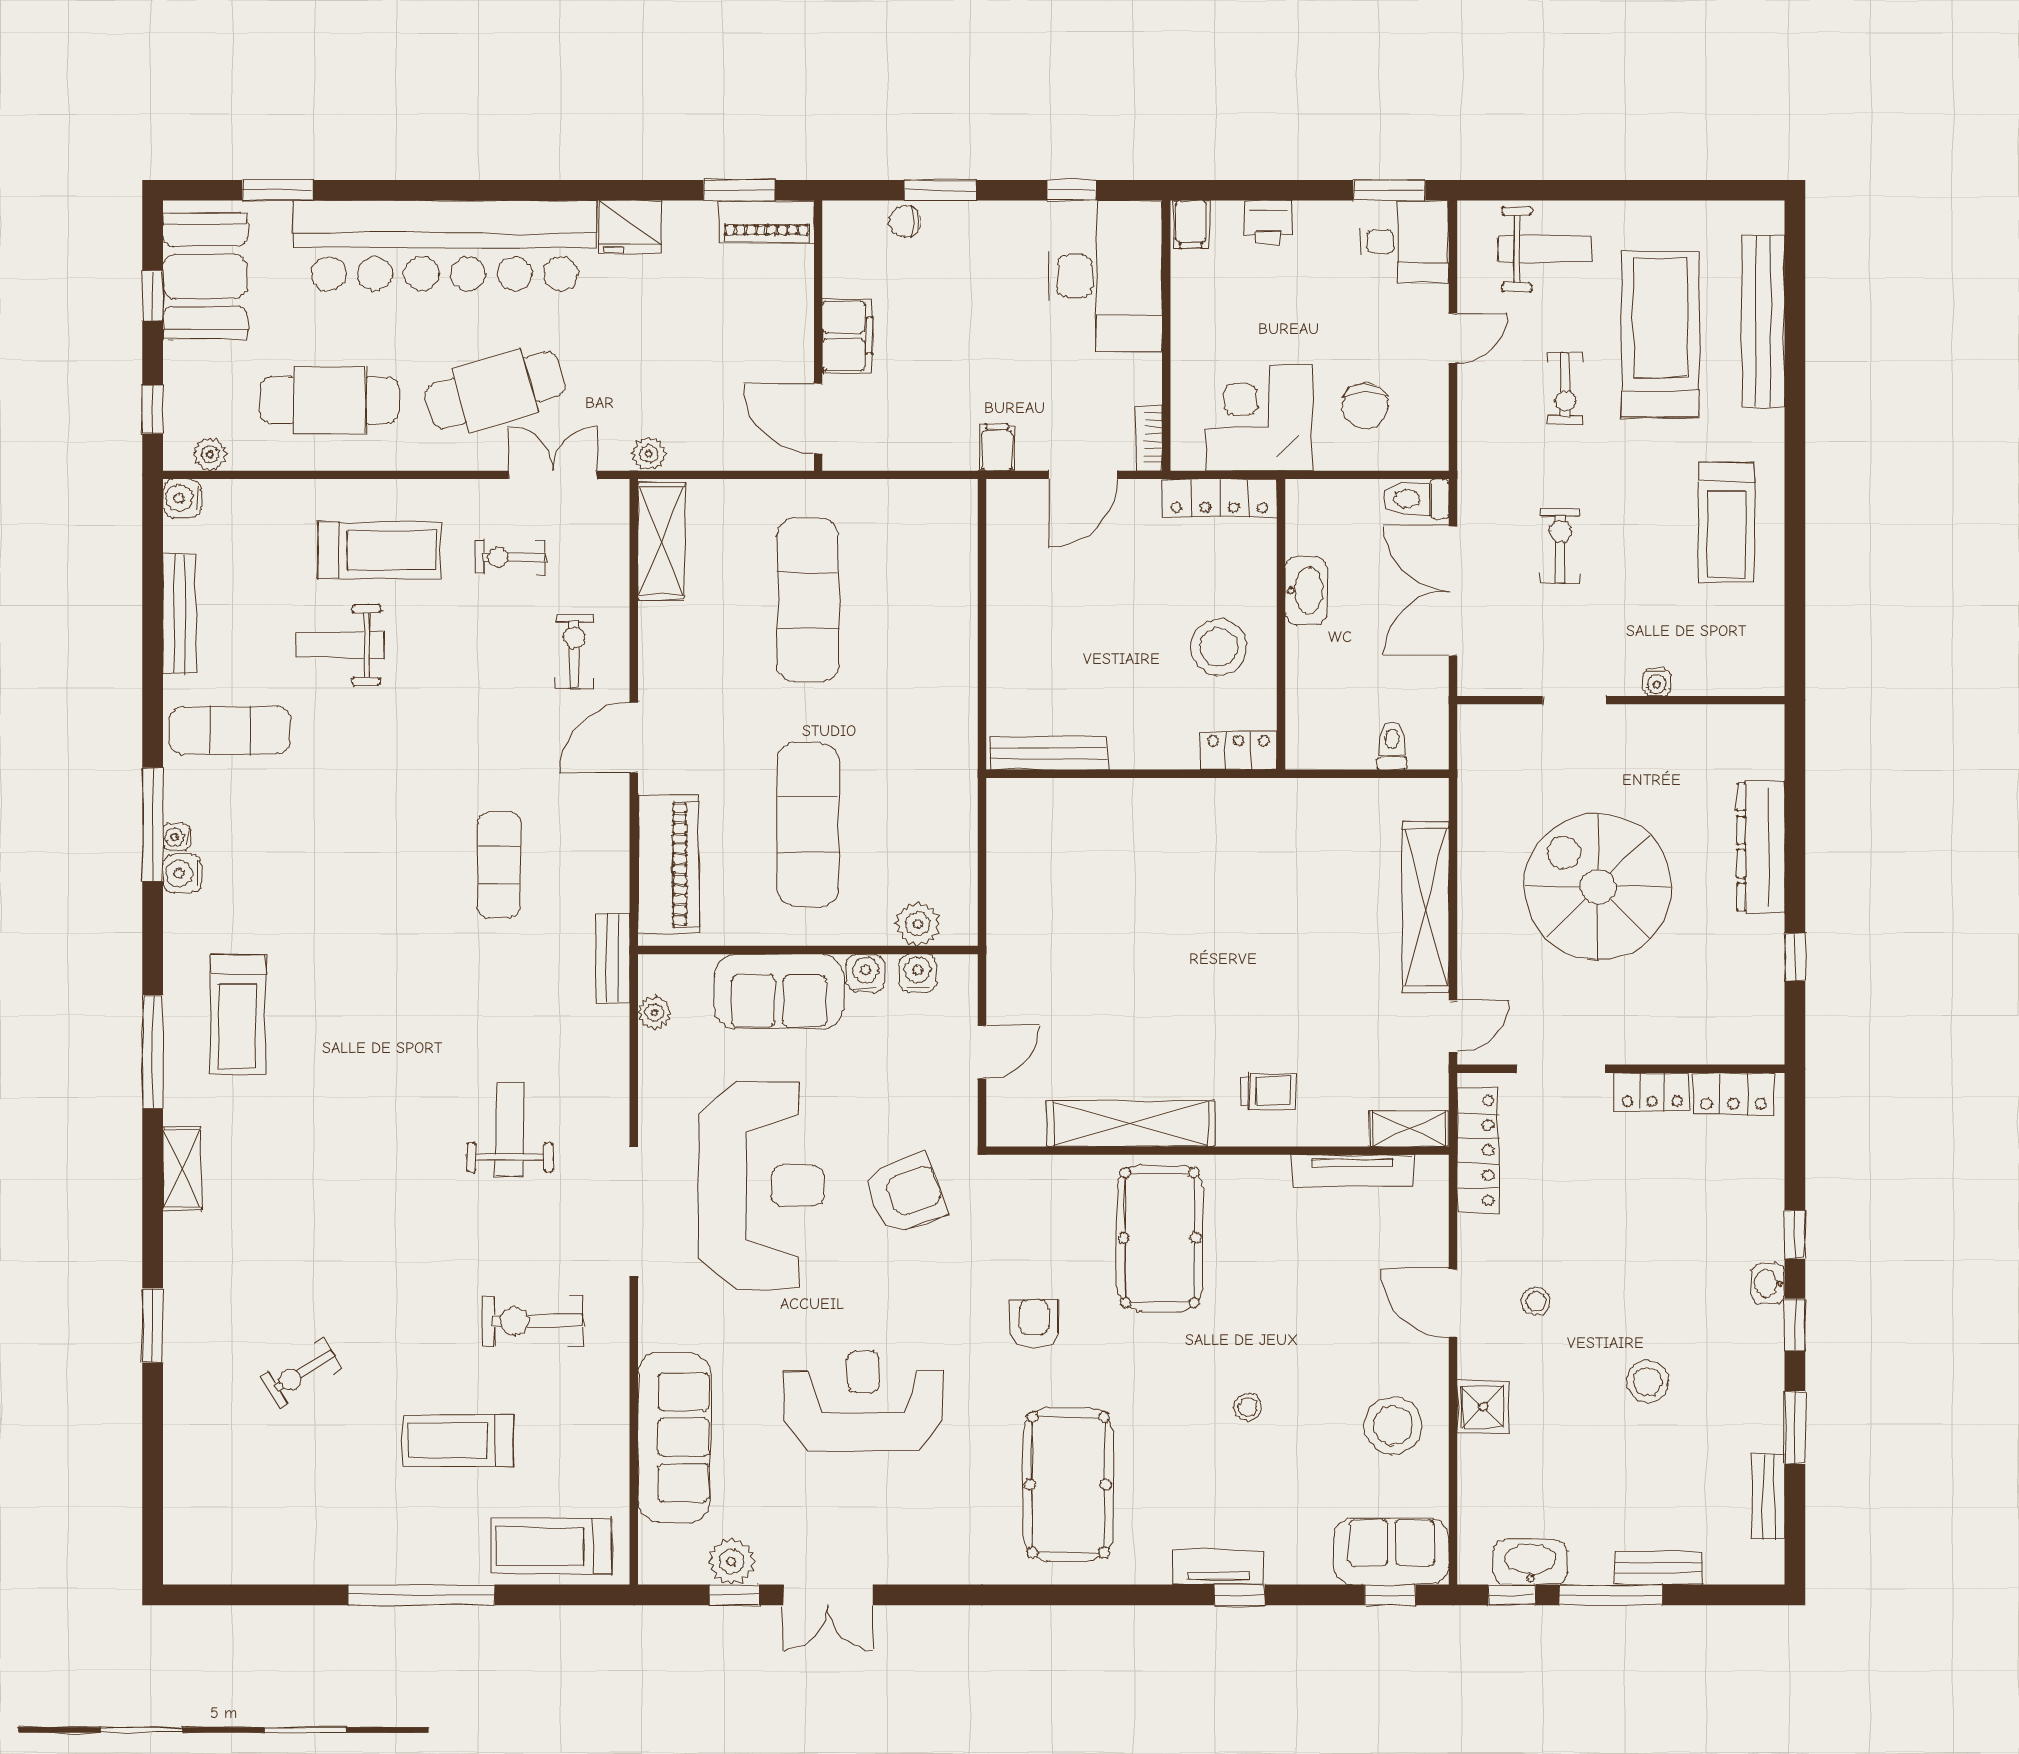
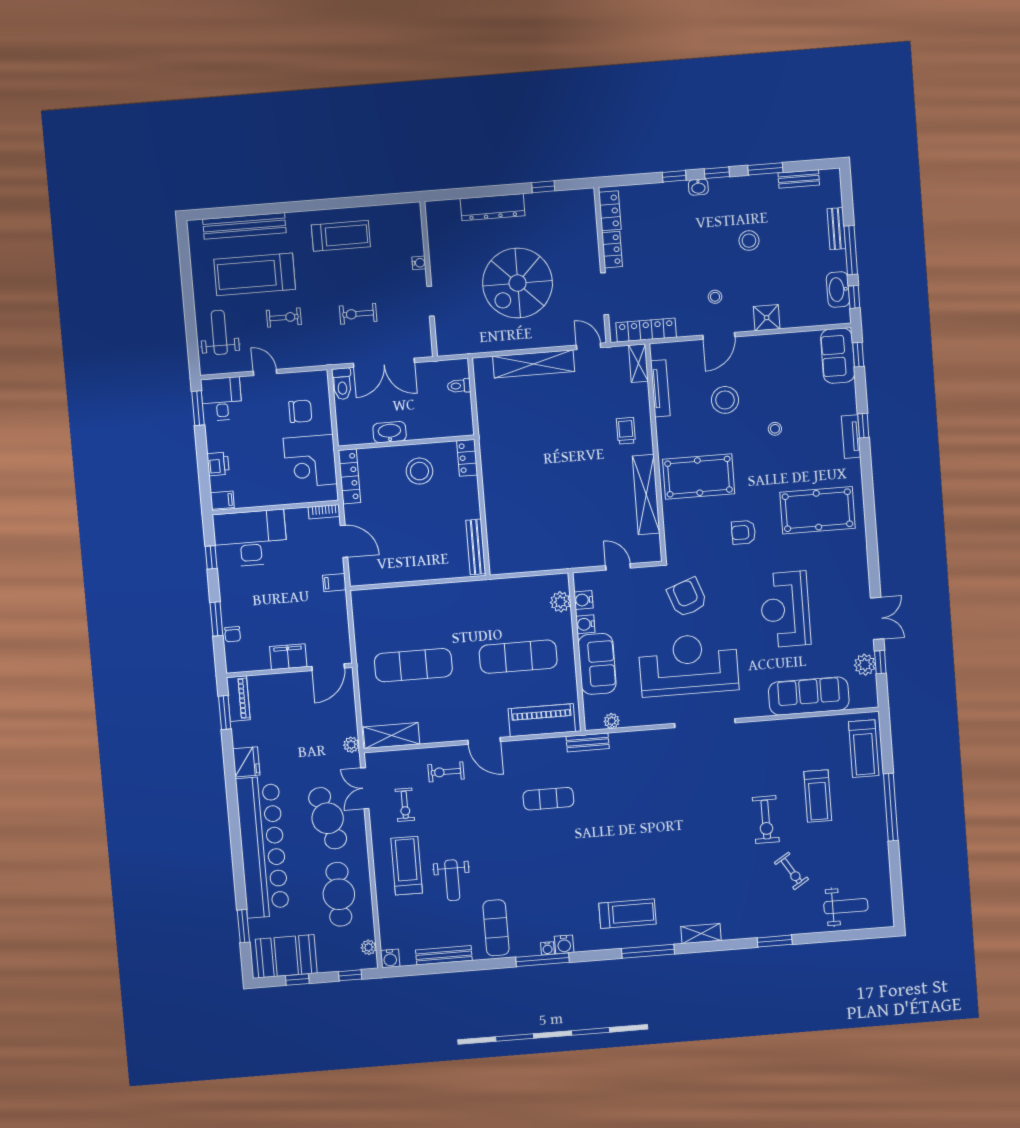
weight bench: (510, 1129) -> (846, 906), moved, turned 180
exercise bike: (533, 1321) -> (766, 820), moved
stool: (1393, 1426) -> (725, 400), moved

